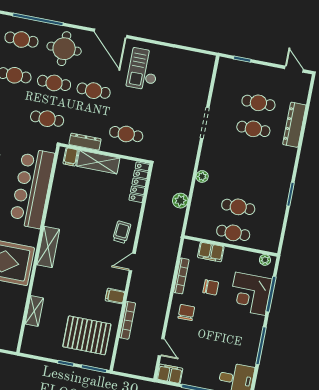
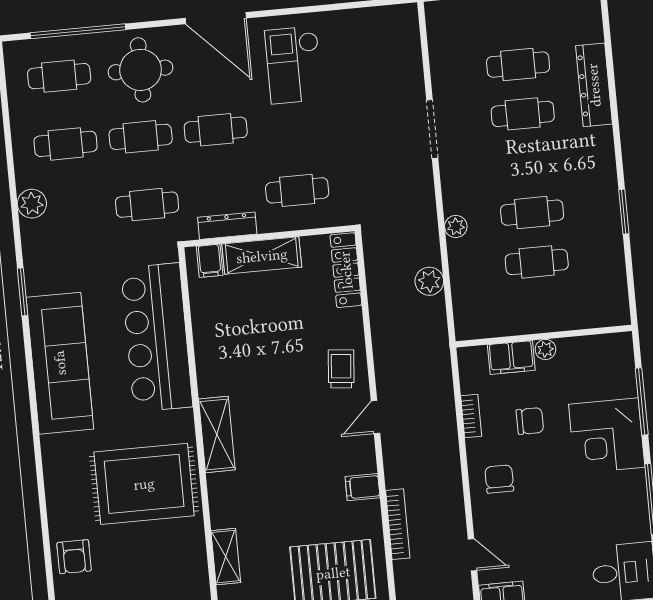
cafe table: (233, 233) -> (532, 213), moved
plant: (265, 260) -> (545, 349), moved
bookcase: (181, 276) -> (471, 416), width x0.64
corner desk: (250, 294) -> (607, 436), moved

